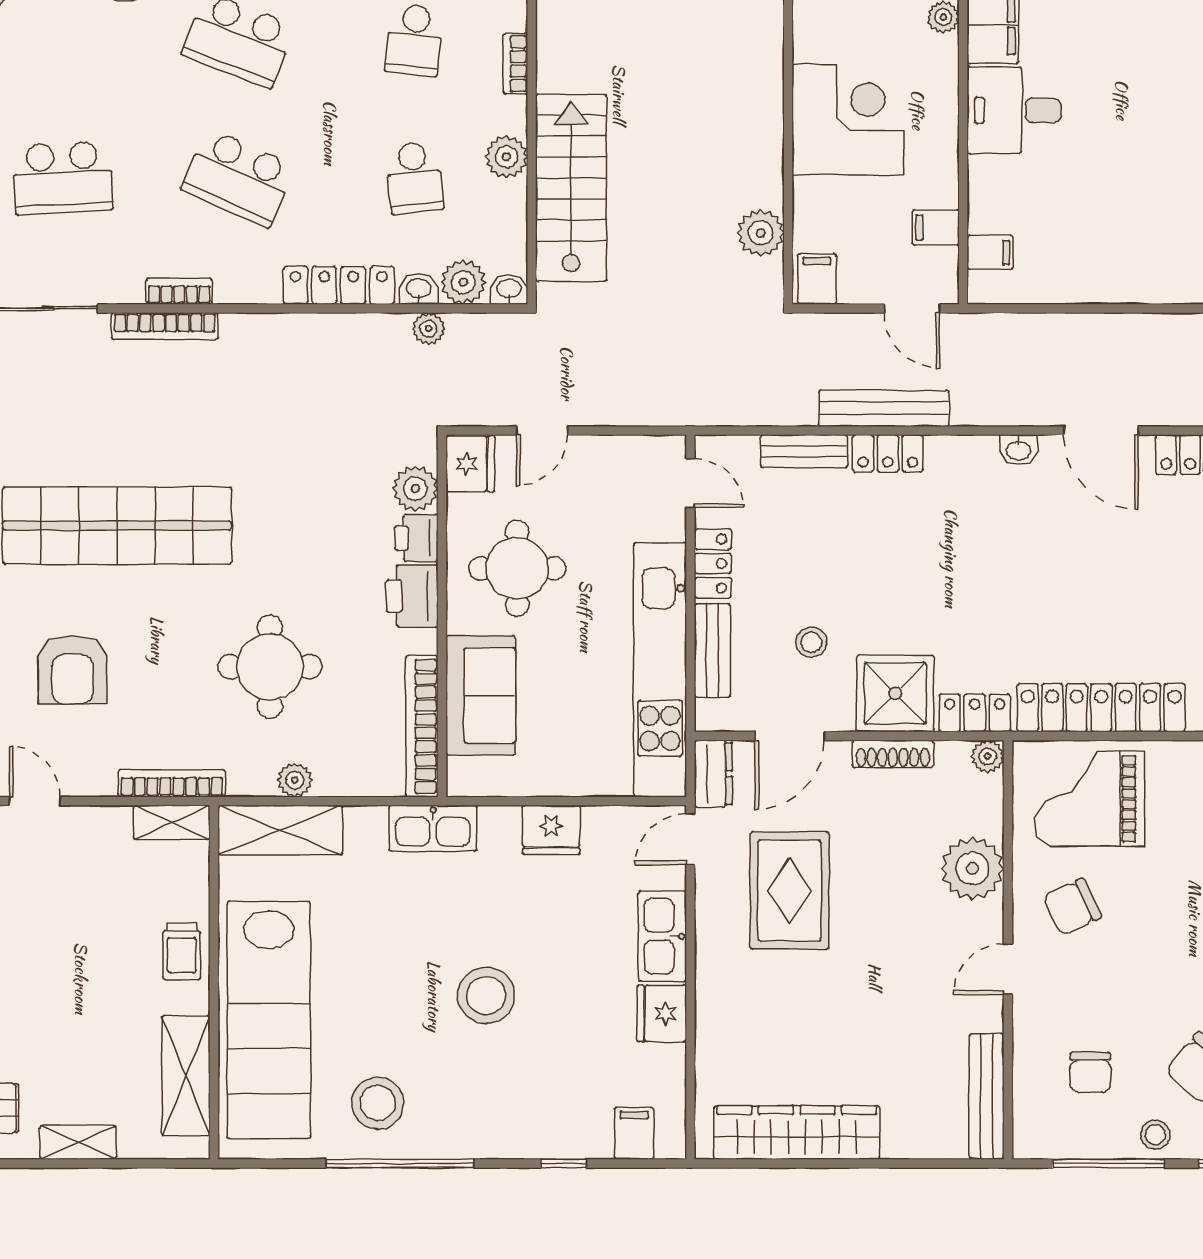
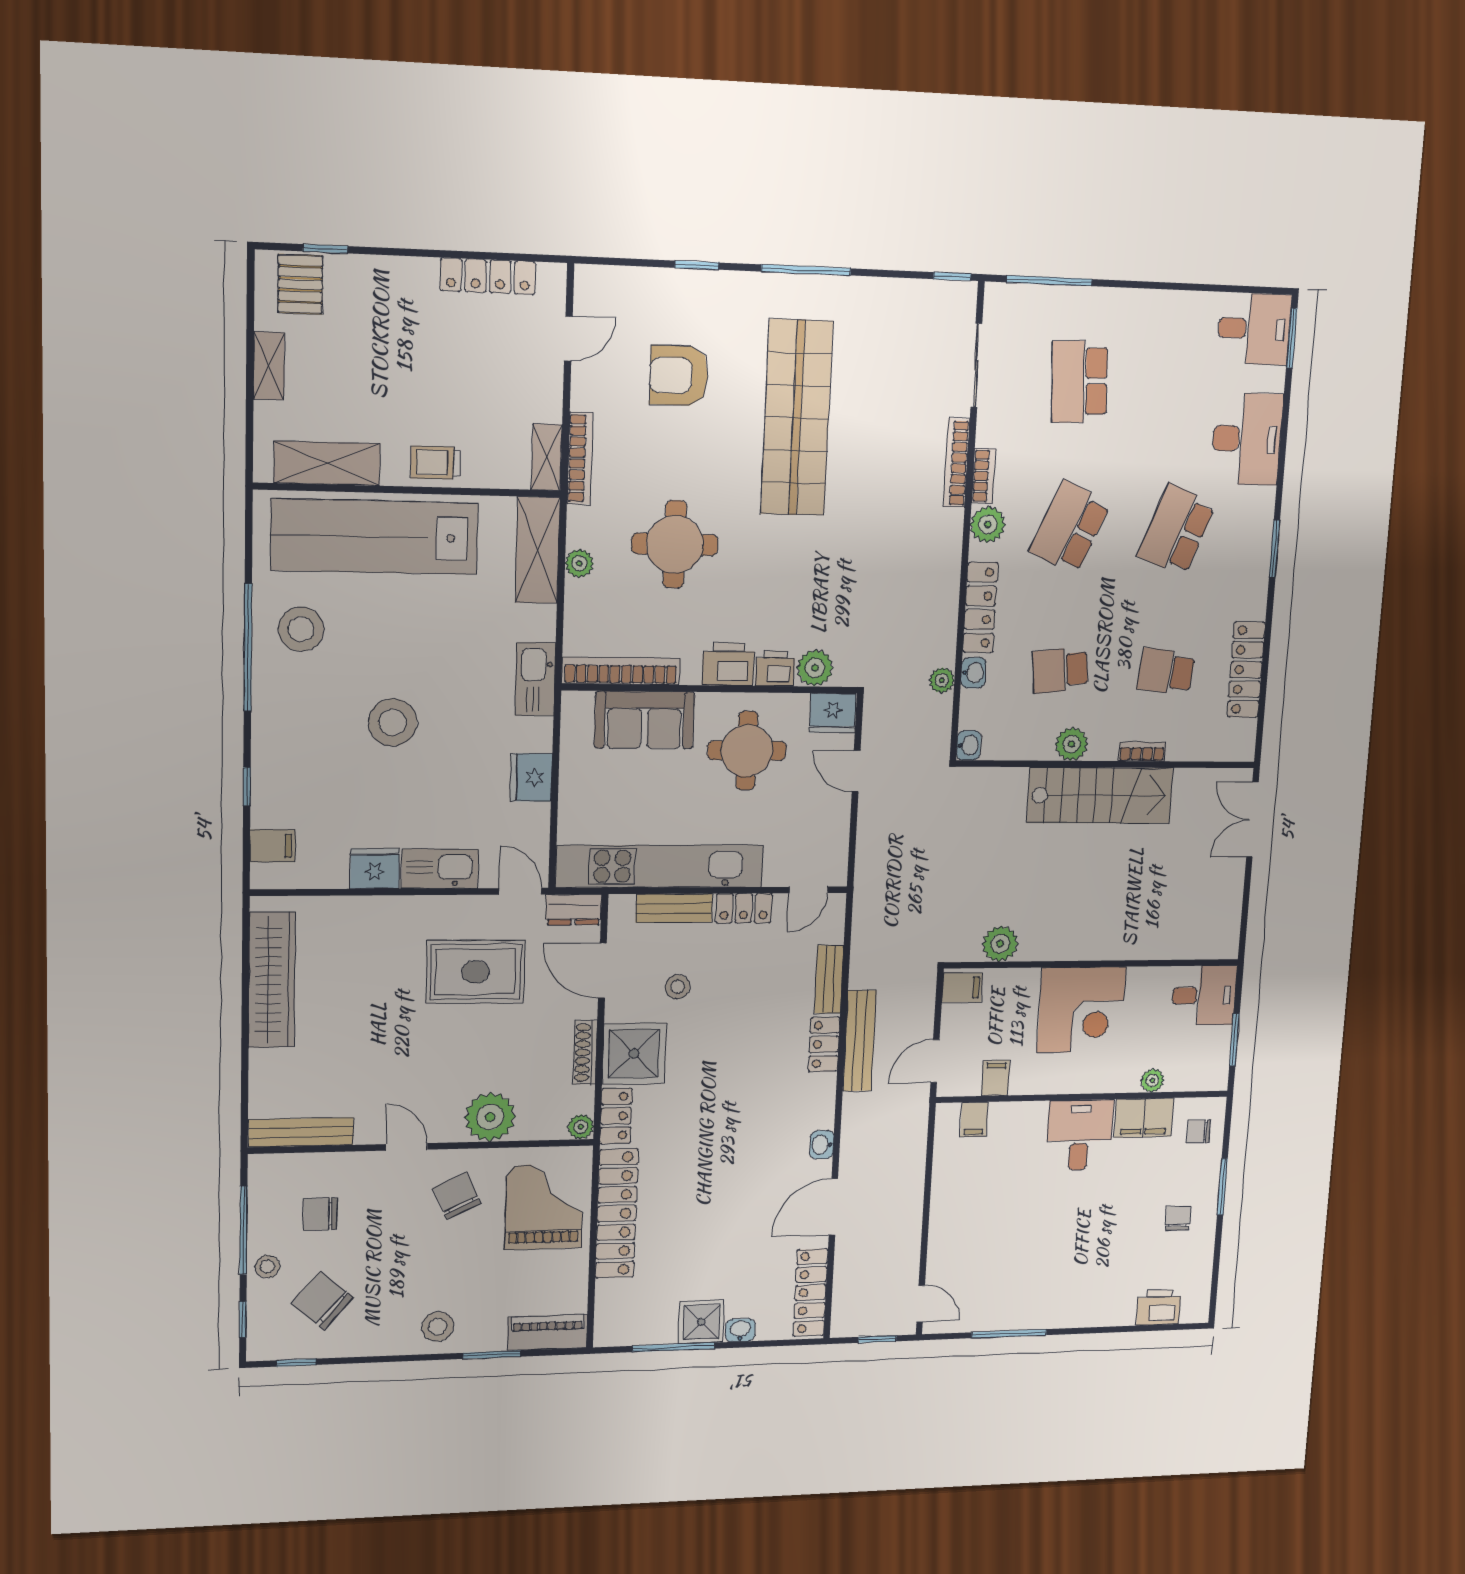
stairs: (571, 188) -> (1100, 795), moved
plant: (463, 282) -> (988, 525), moved

